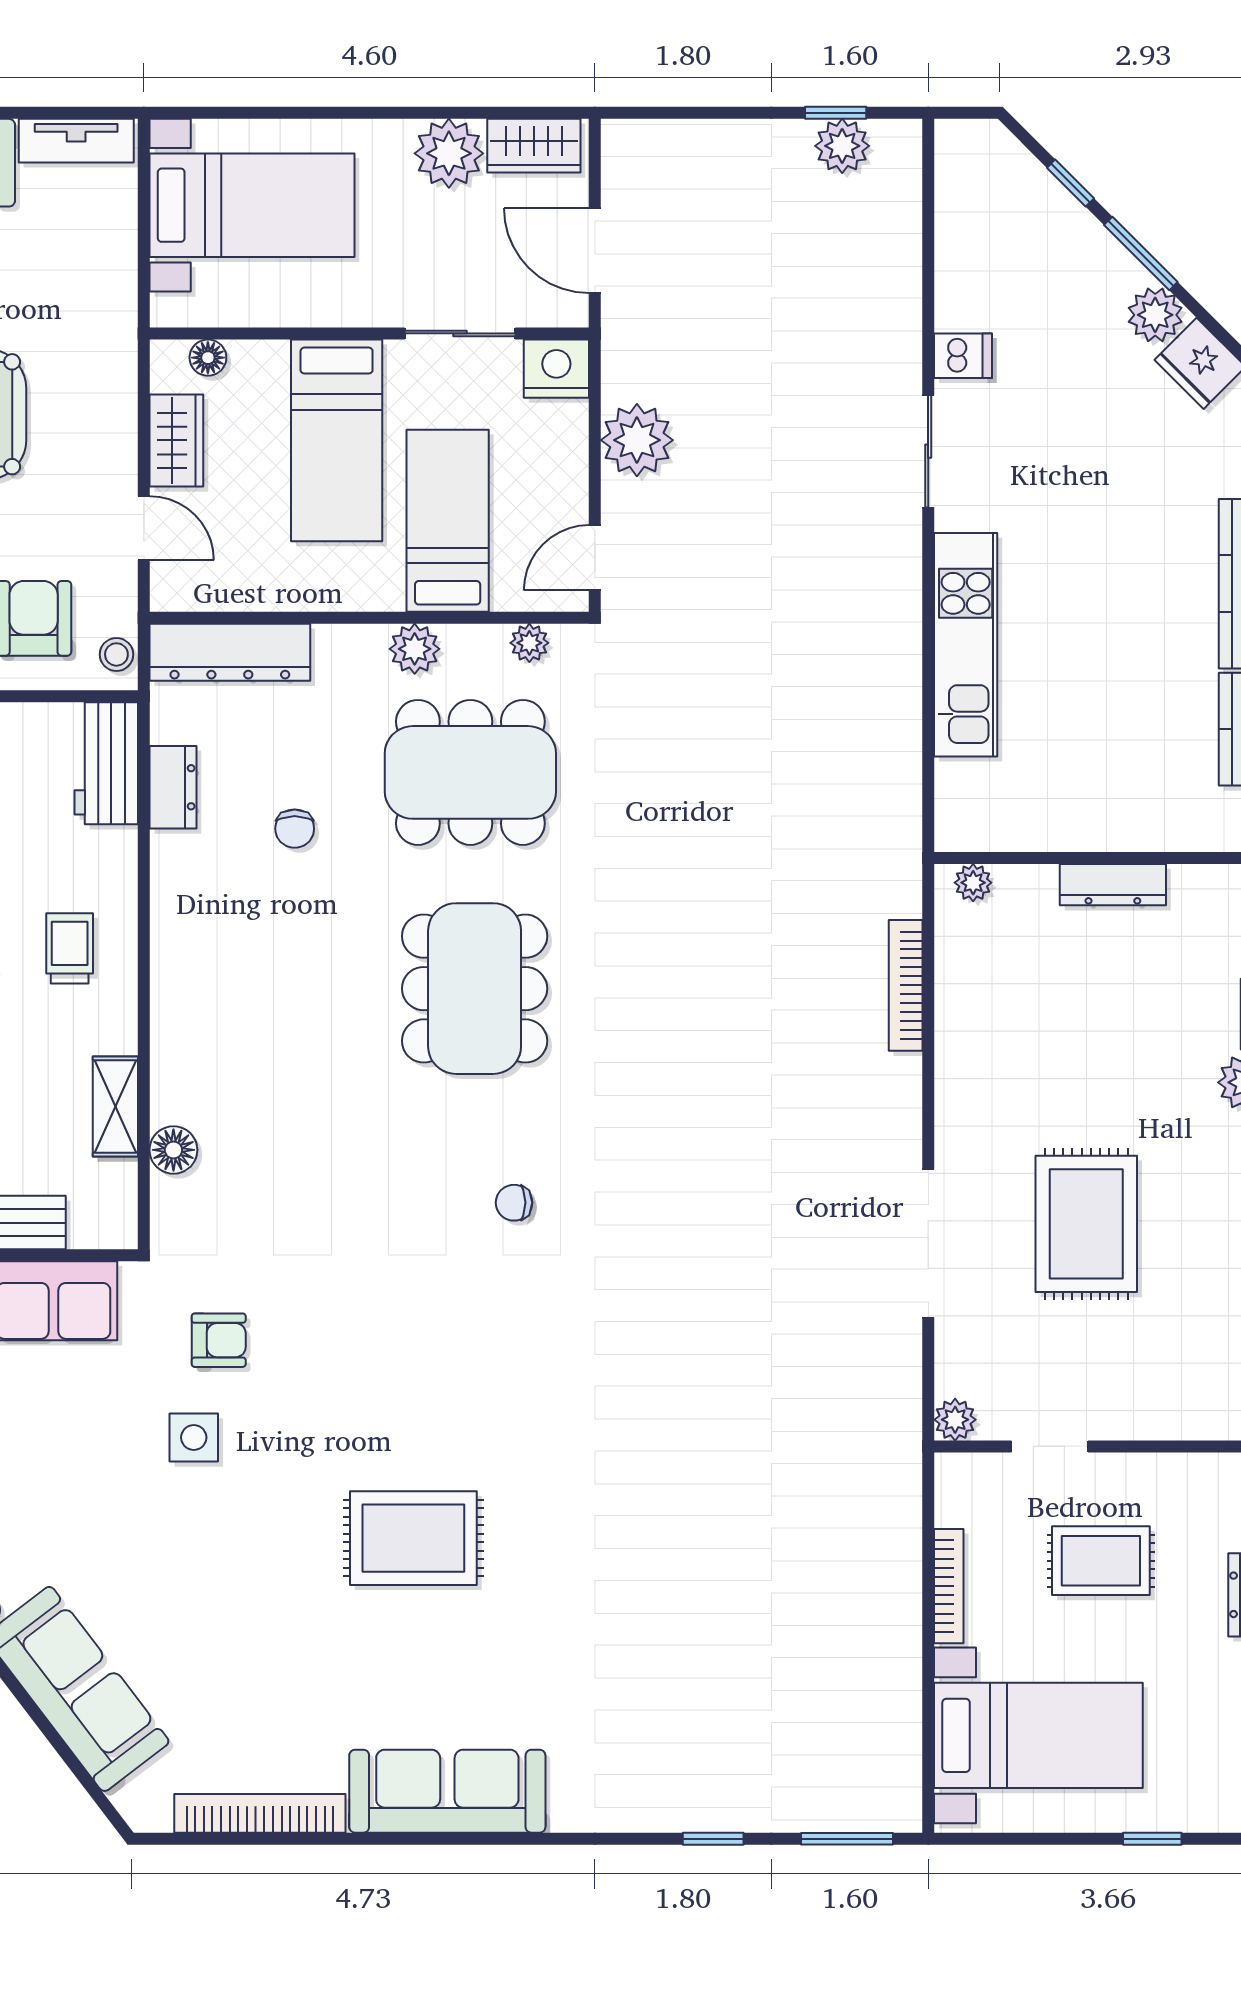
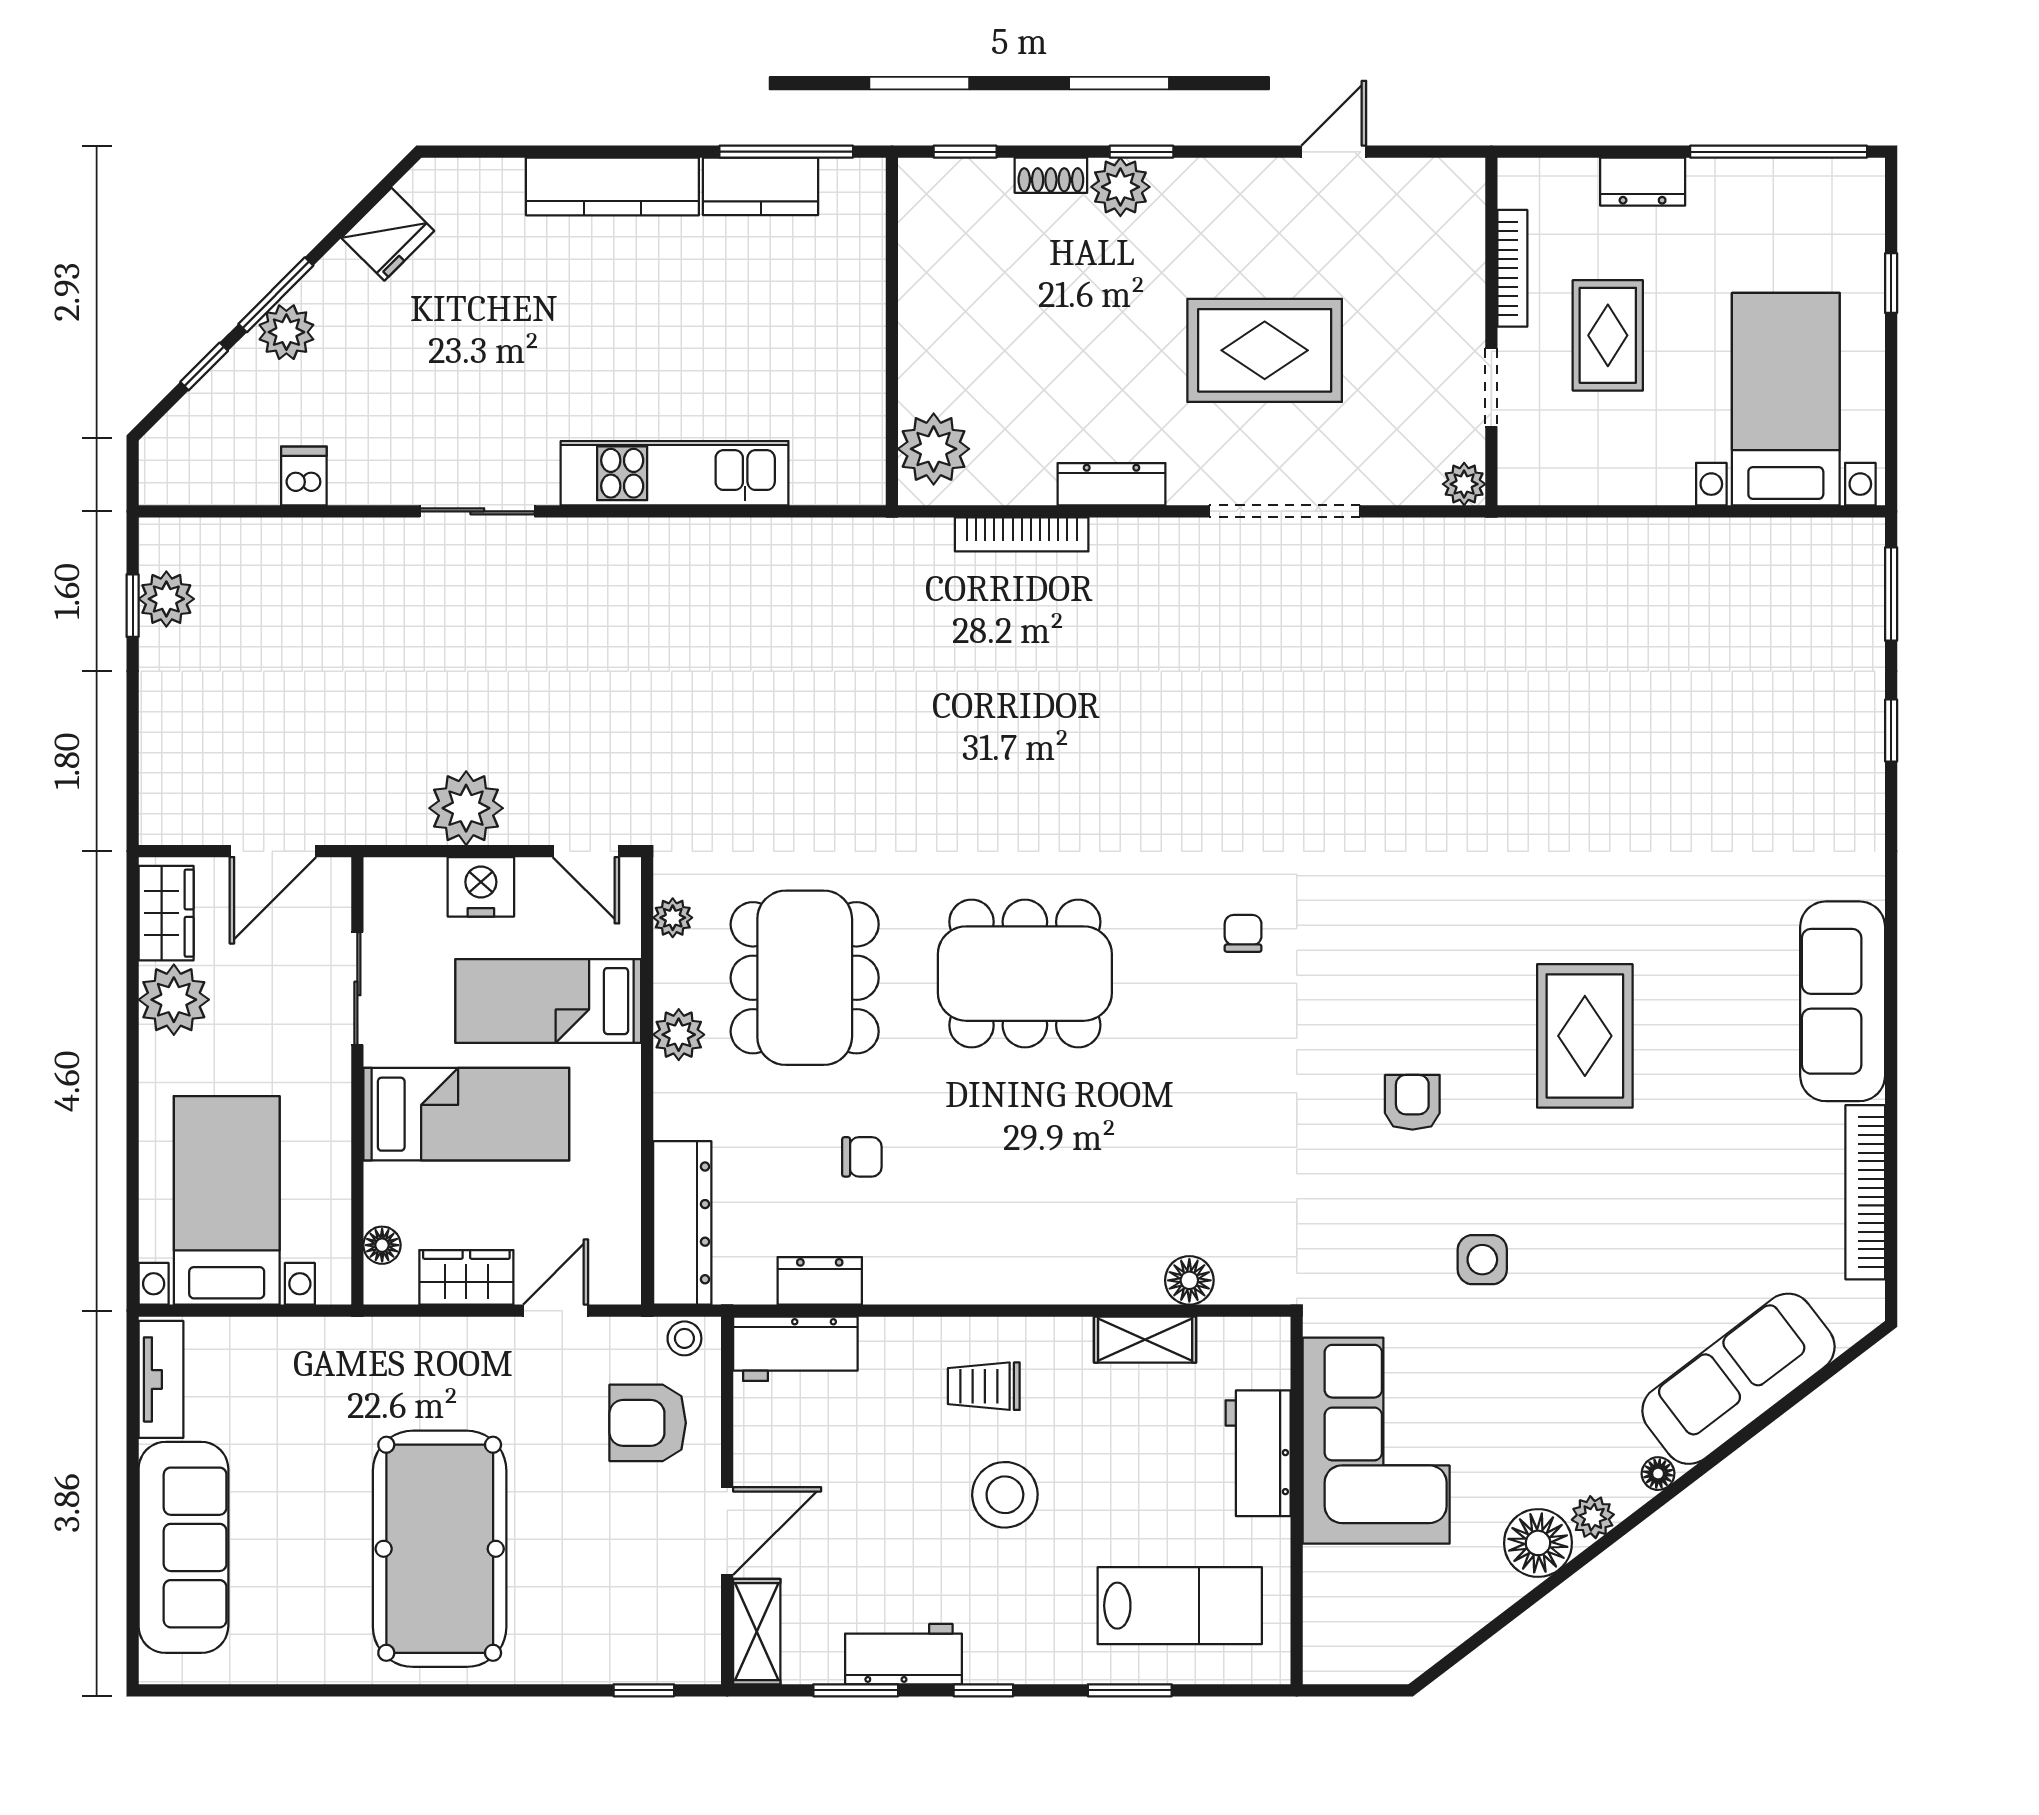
plant: (1155, 315) -> (286, 332), moved
dishwasher: (963, 356) -> (304, 476), moved
nightstand: (556, 369) -> (481, 887), moved, turned 90
plant: (973, 883) -> (934, 449), width x1.88, depth x1.88
dresser: (1113, 885) -> (1112, 484), moved, turned -90
chair: (514, 1203) -> (1243, 933), turned 180
armchair: (219, 1340) -> (1412, 1102), moved
bookcase: (949, 1586) -> (1512, 268), moved, turned 90

